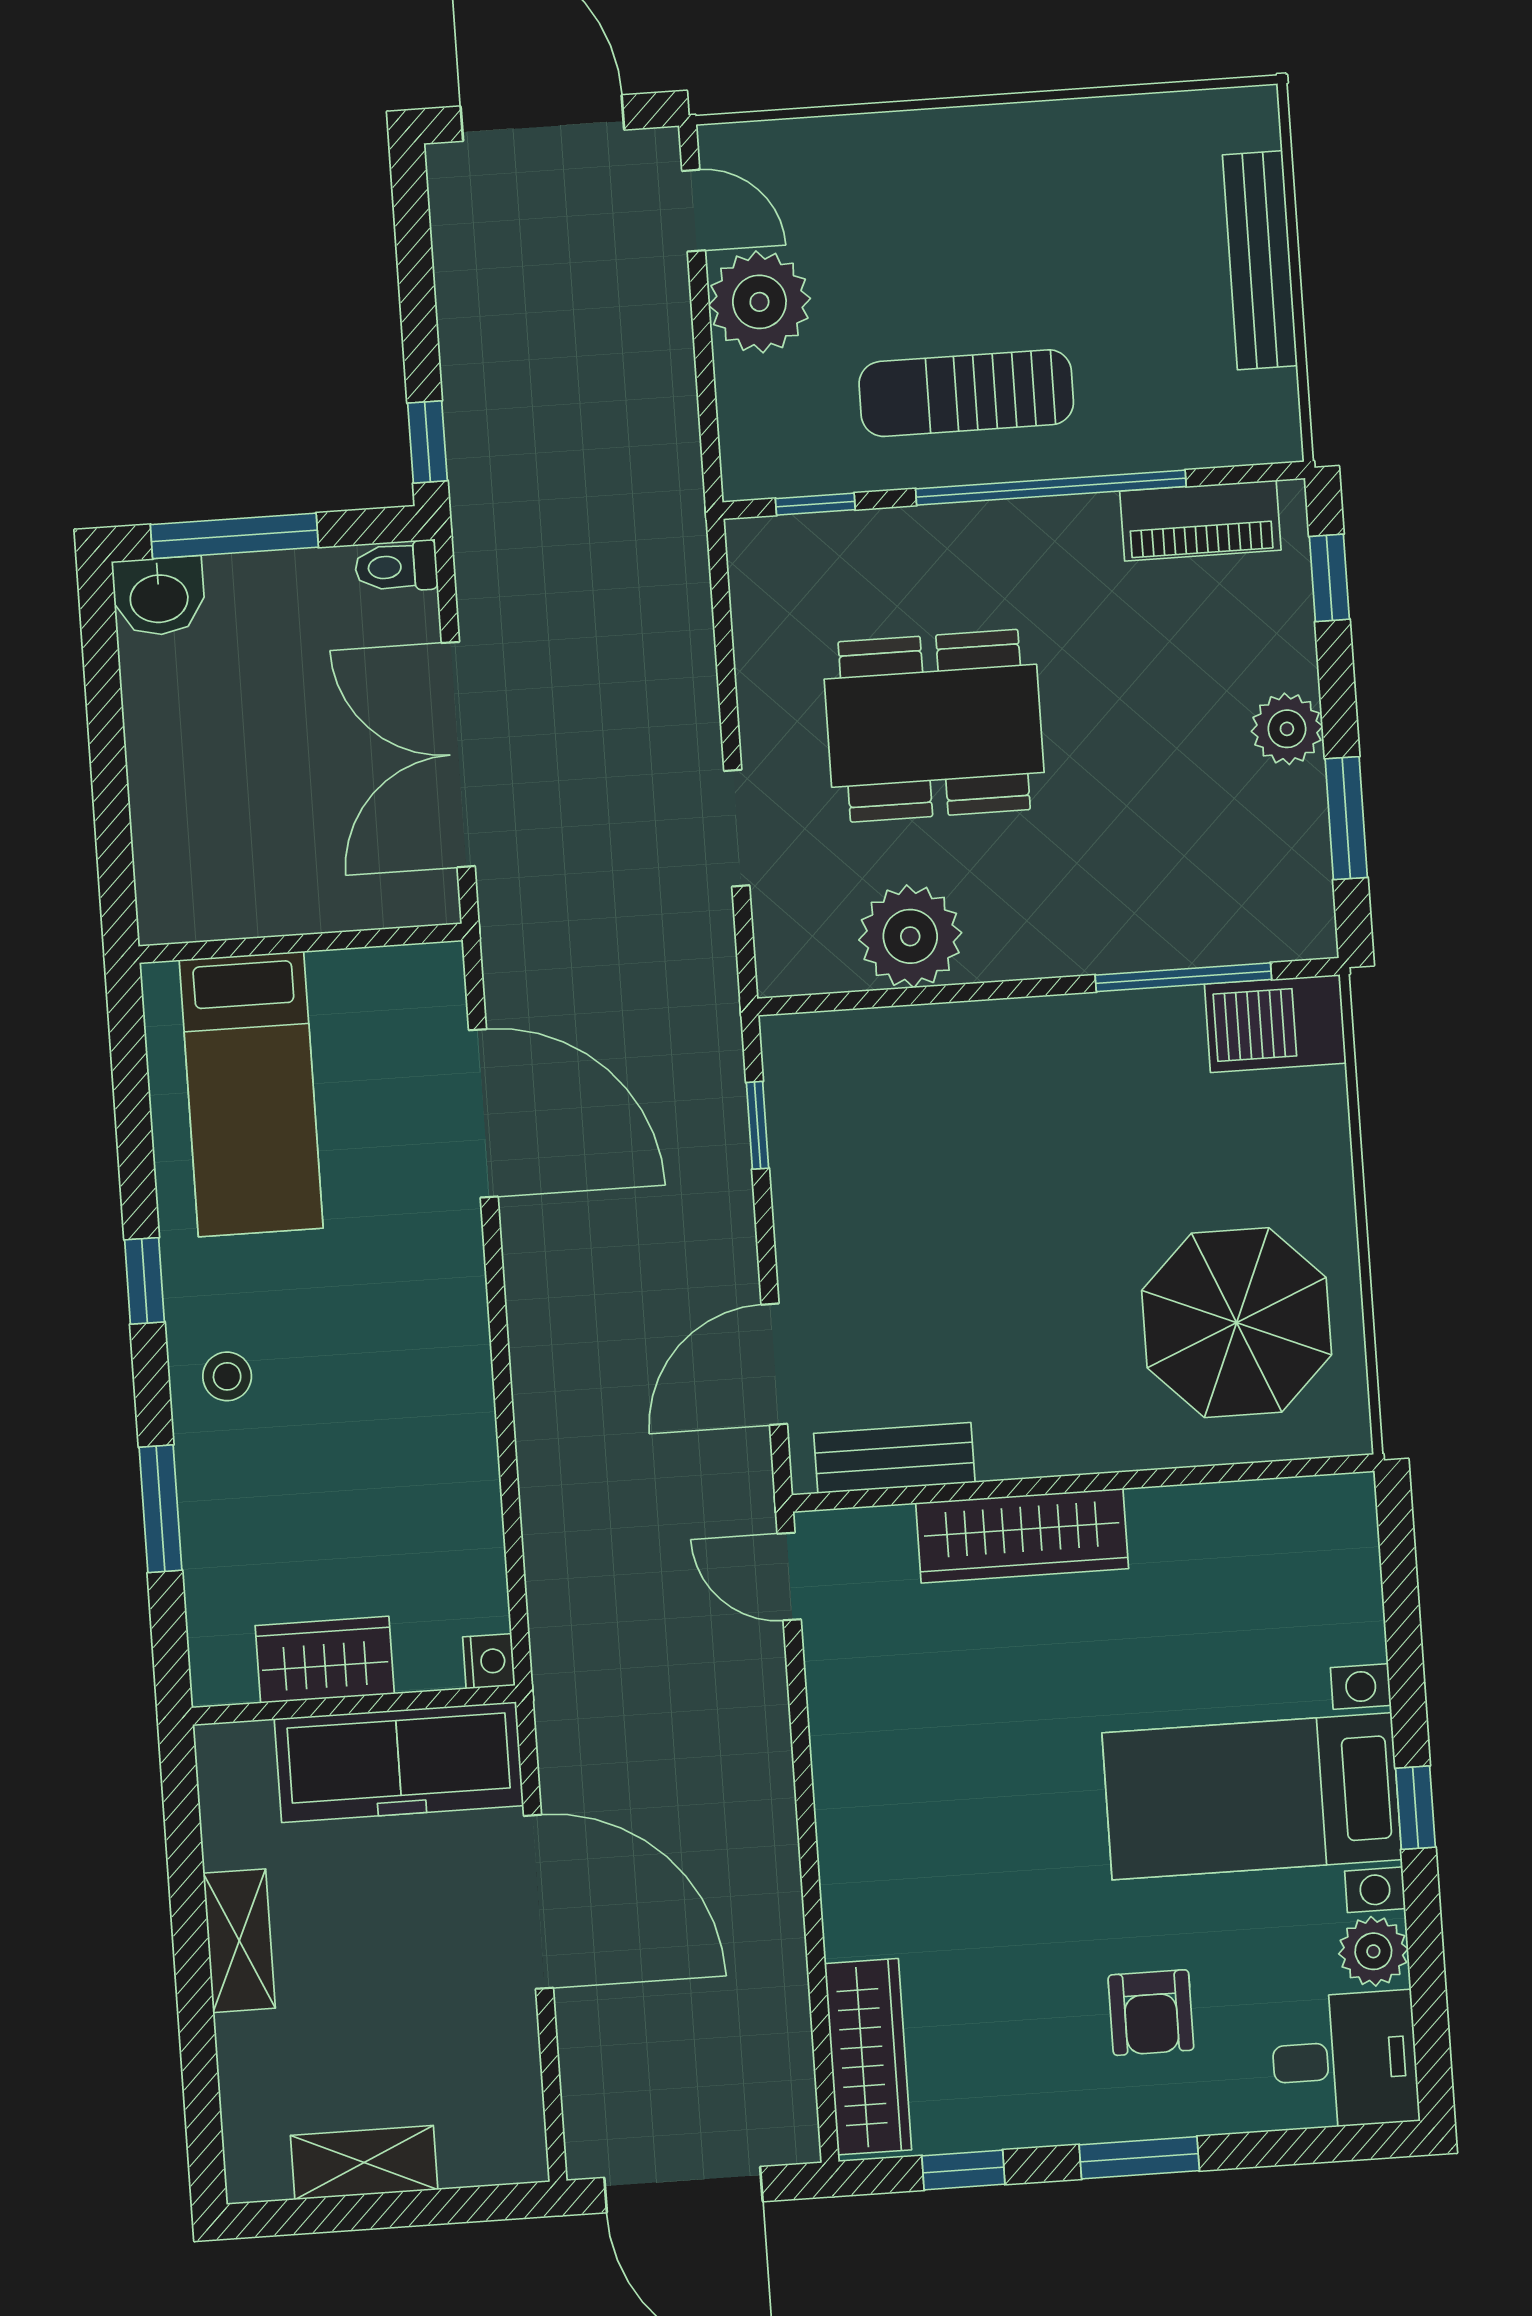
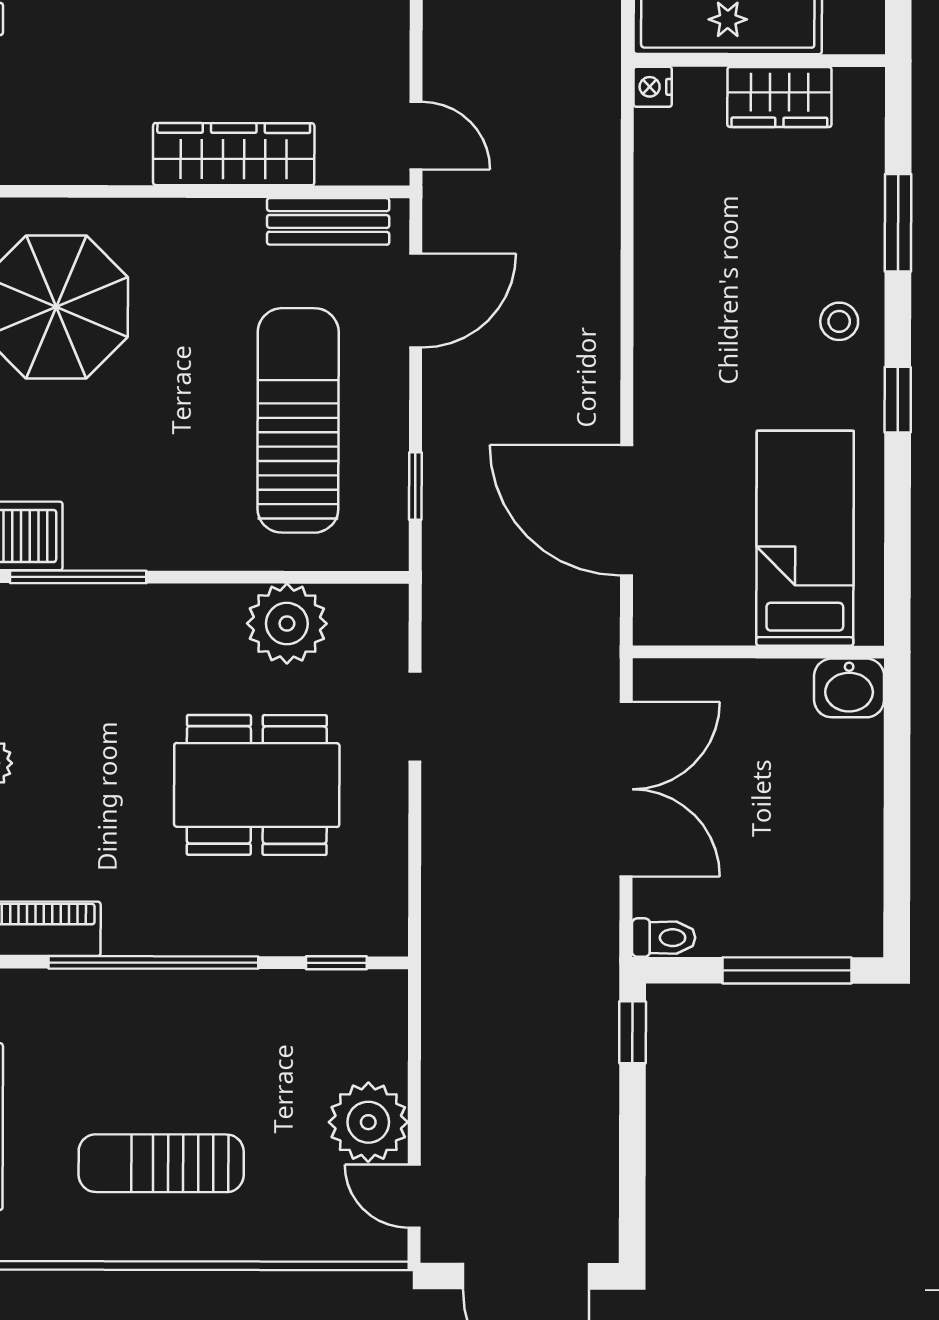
sun lounger: (966, 393) -> (161, 1163), moved, turned 180
washbasin: (159, 596) -> (849, 688), moved, turned 180
sun lounger: (915, 1199) -> (298, 420), added

